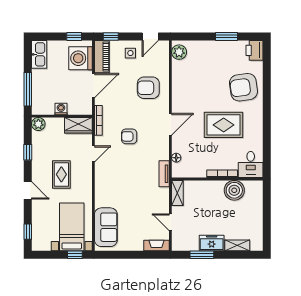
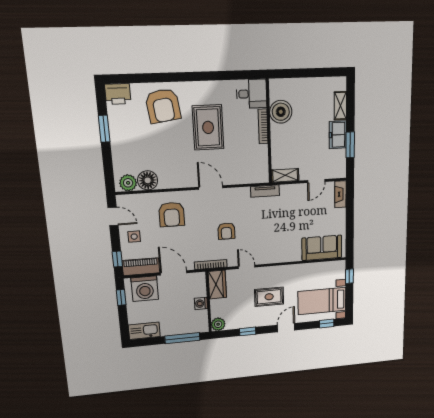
floor lamp: (176, 158) -> (148, 180), moved, width x1.89, depth x1.89
bed with nightstands: (72, 227) -> (322, 301), moved

